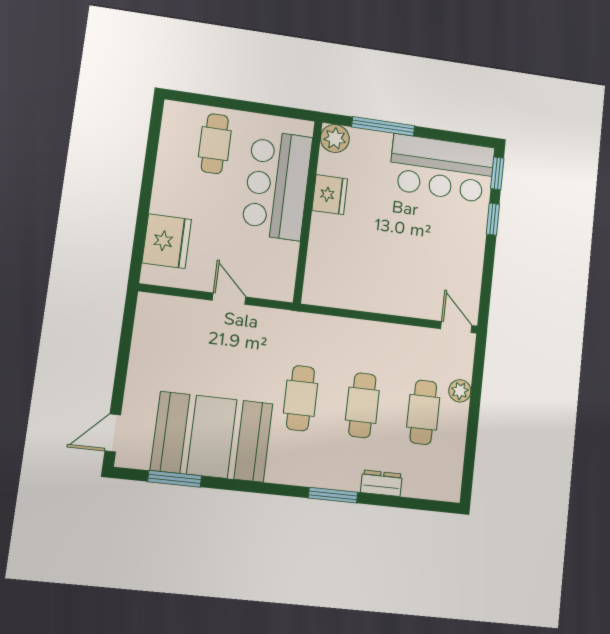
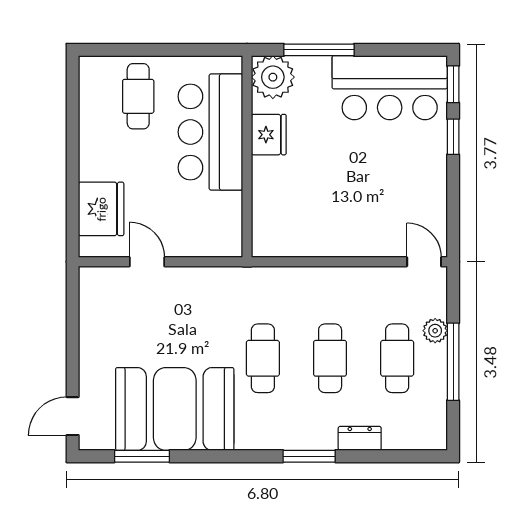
plant: (335, 138) -> (273, 77), width x1.36, depth x1.36
door: (229, 299) -> (147, 262), moved
window: (473, 421) -> (453, 362), added

